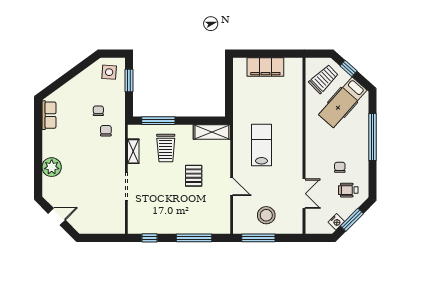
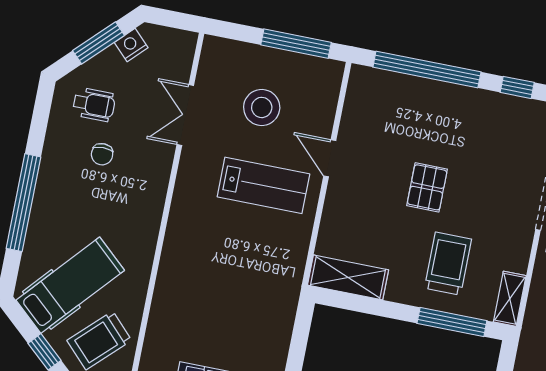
lab bench: (261, 145) -> (263, 185), moved, turned -90
shelving: (133, 151) -> (510, 299), moved
pallet: (194, 176) -> (427, 187), moved
stool: (266, 215) -> (262, 107), moved
window: (194, 238) -> (427, 70), width x1.46

